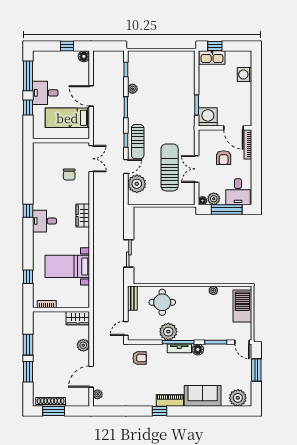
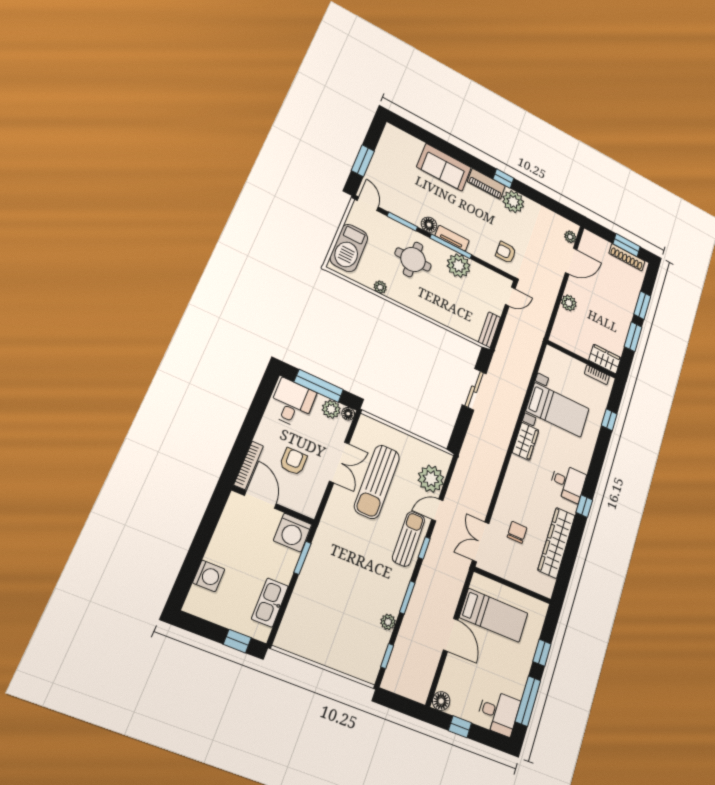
kitchen sink: (212, 58) -> (270, 603), moved, turned -90
desk: (45, 93) -> (498, 713), moved
wardrobe: (40, 179) -> (557, 543), added
wardrobe: (83, 216) -> (525, 441), moved
round table: (162, 302) -> (413, 259), moved
wardrobe: (78, 318) -> (605, 359), moved
plant: (238, 398) -> (513, 202), moved

